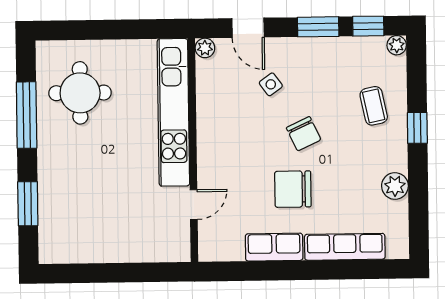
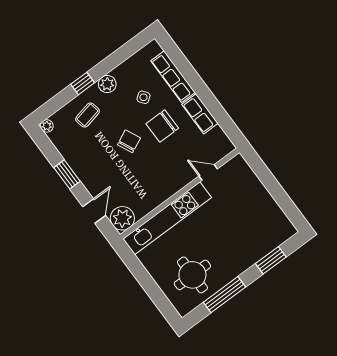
window: (368, 26) -> (47, 148), removed
plant: (205, 48) -> (122, 218), width x1.87, depth x1.87
side table: (271, 84) -> (144, 97), moved
plant: (395, 186) -> (107, 84), moved
chair: (293, 189) -> (162, 126), turned 90

